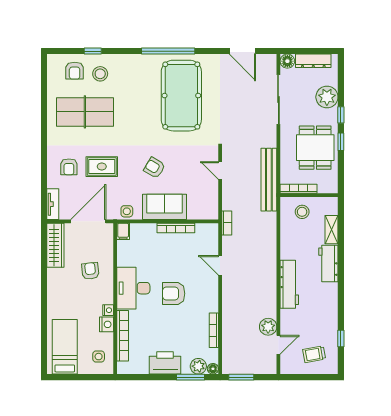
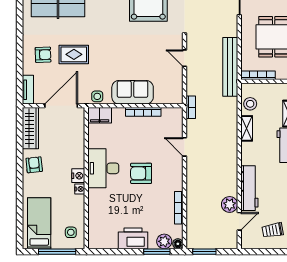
armchair: (69, 167) -> (43, 55), turned -92
armchair: (155, 168) -> (123, 56), removed
stool: (302, 212) -> (250, 104), moved
filing cabinet: (123, 231) -> (100, 115), width x2.00
shelving: (286, 245) -> (247, 128), added
armchair: (90, 271) -> (34, 165), moved
workbench: (289, 284) -> (249, 188), moved
nightstand: (106, 324) -> (78, 176), moved
bookcase: (123, 336) -> (93, 213), removed
window: (84, 377) -> (57, 252), added

